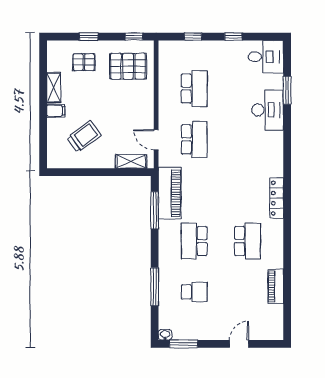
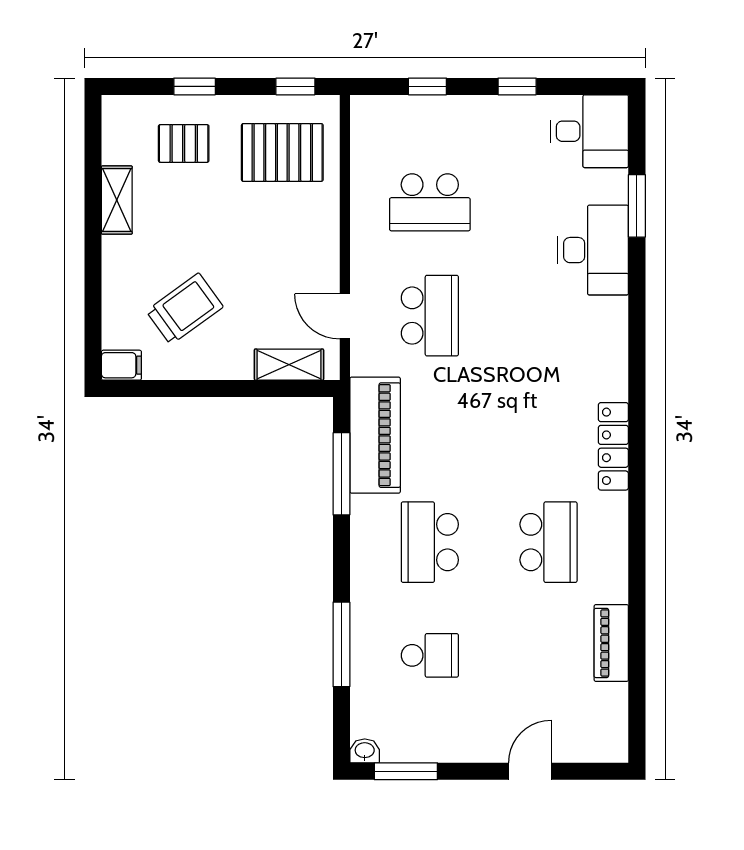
school desk: (194, 89) -> (430, 202), turned 90
filing cabinet: (56, 111) -> (121, 365), moved

